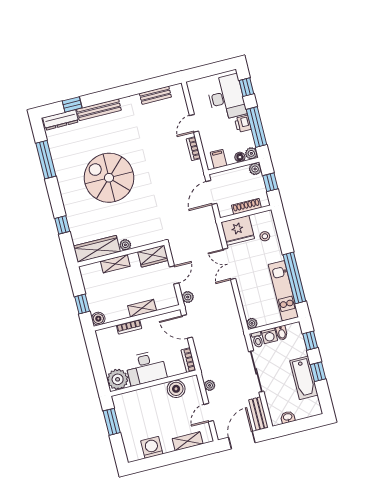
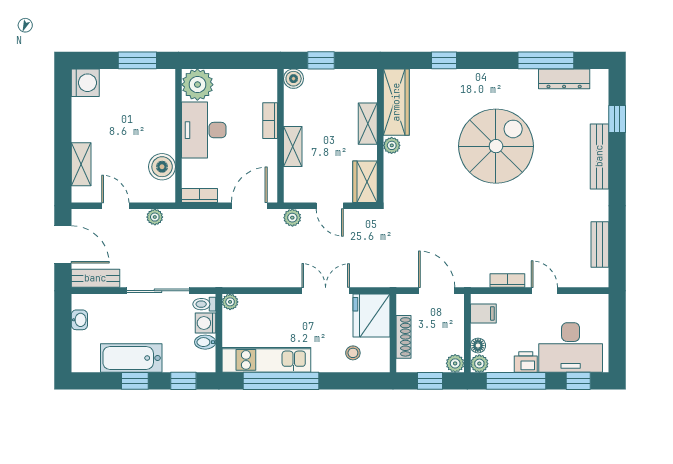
dresser: (61, 120) -> (564, 79), moved, turned -90
washing machine: (152, 447) -> (85, 83), moved

